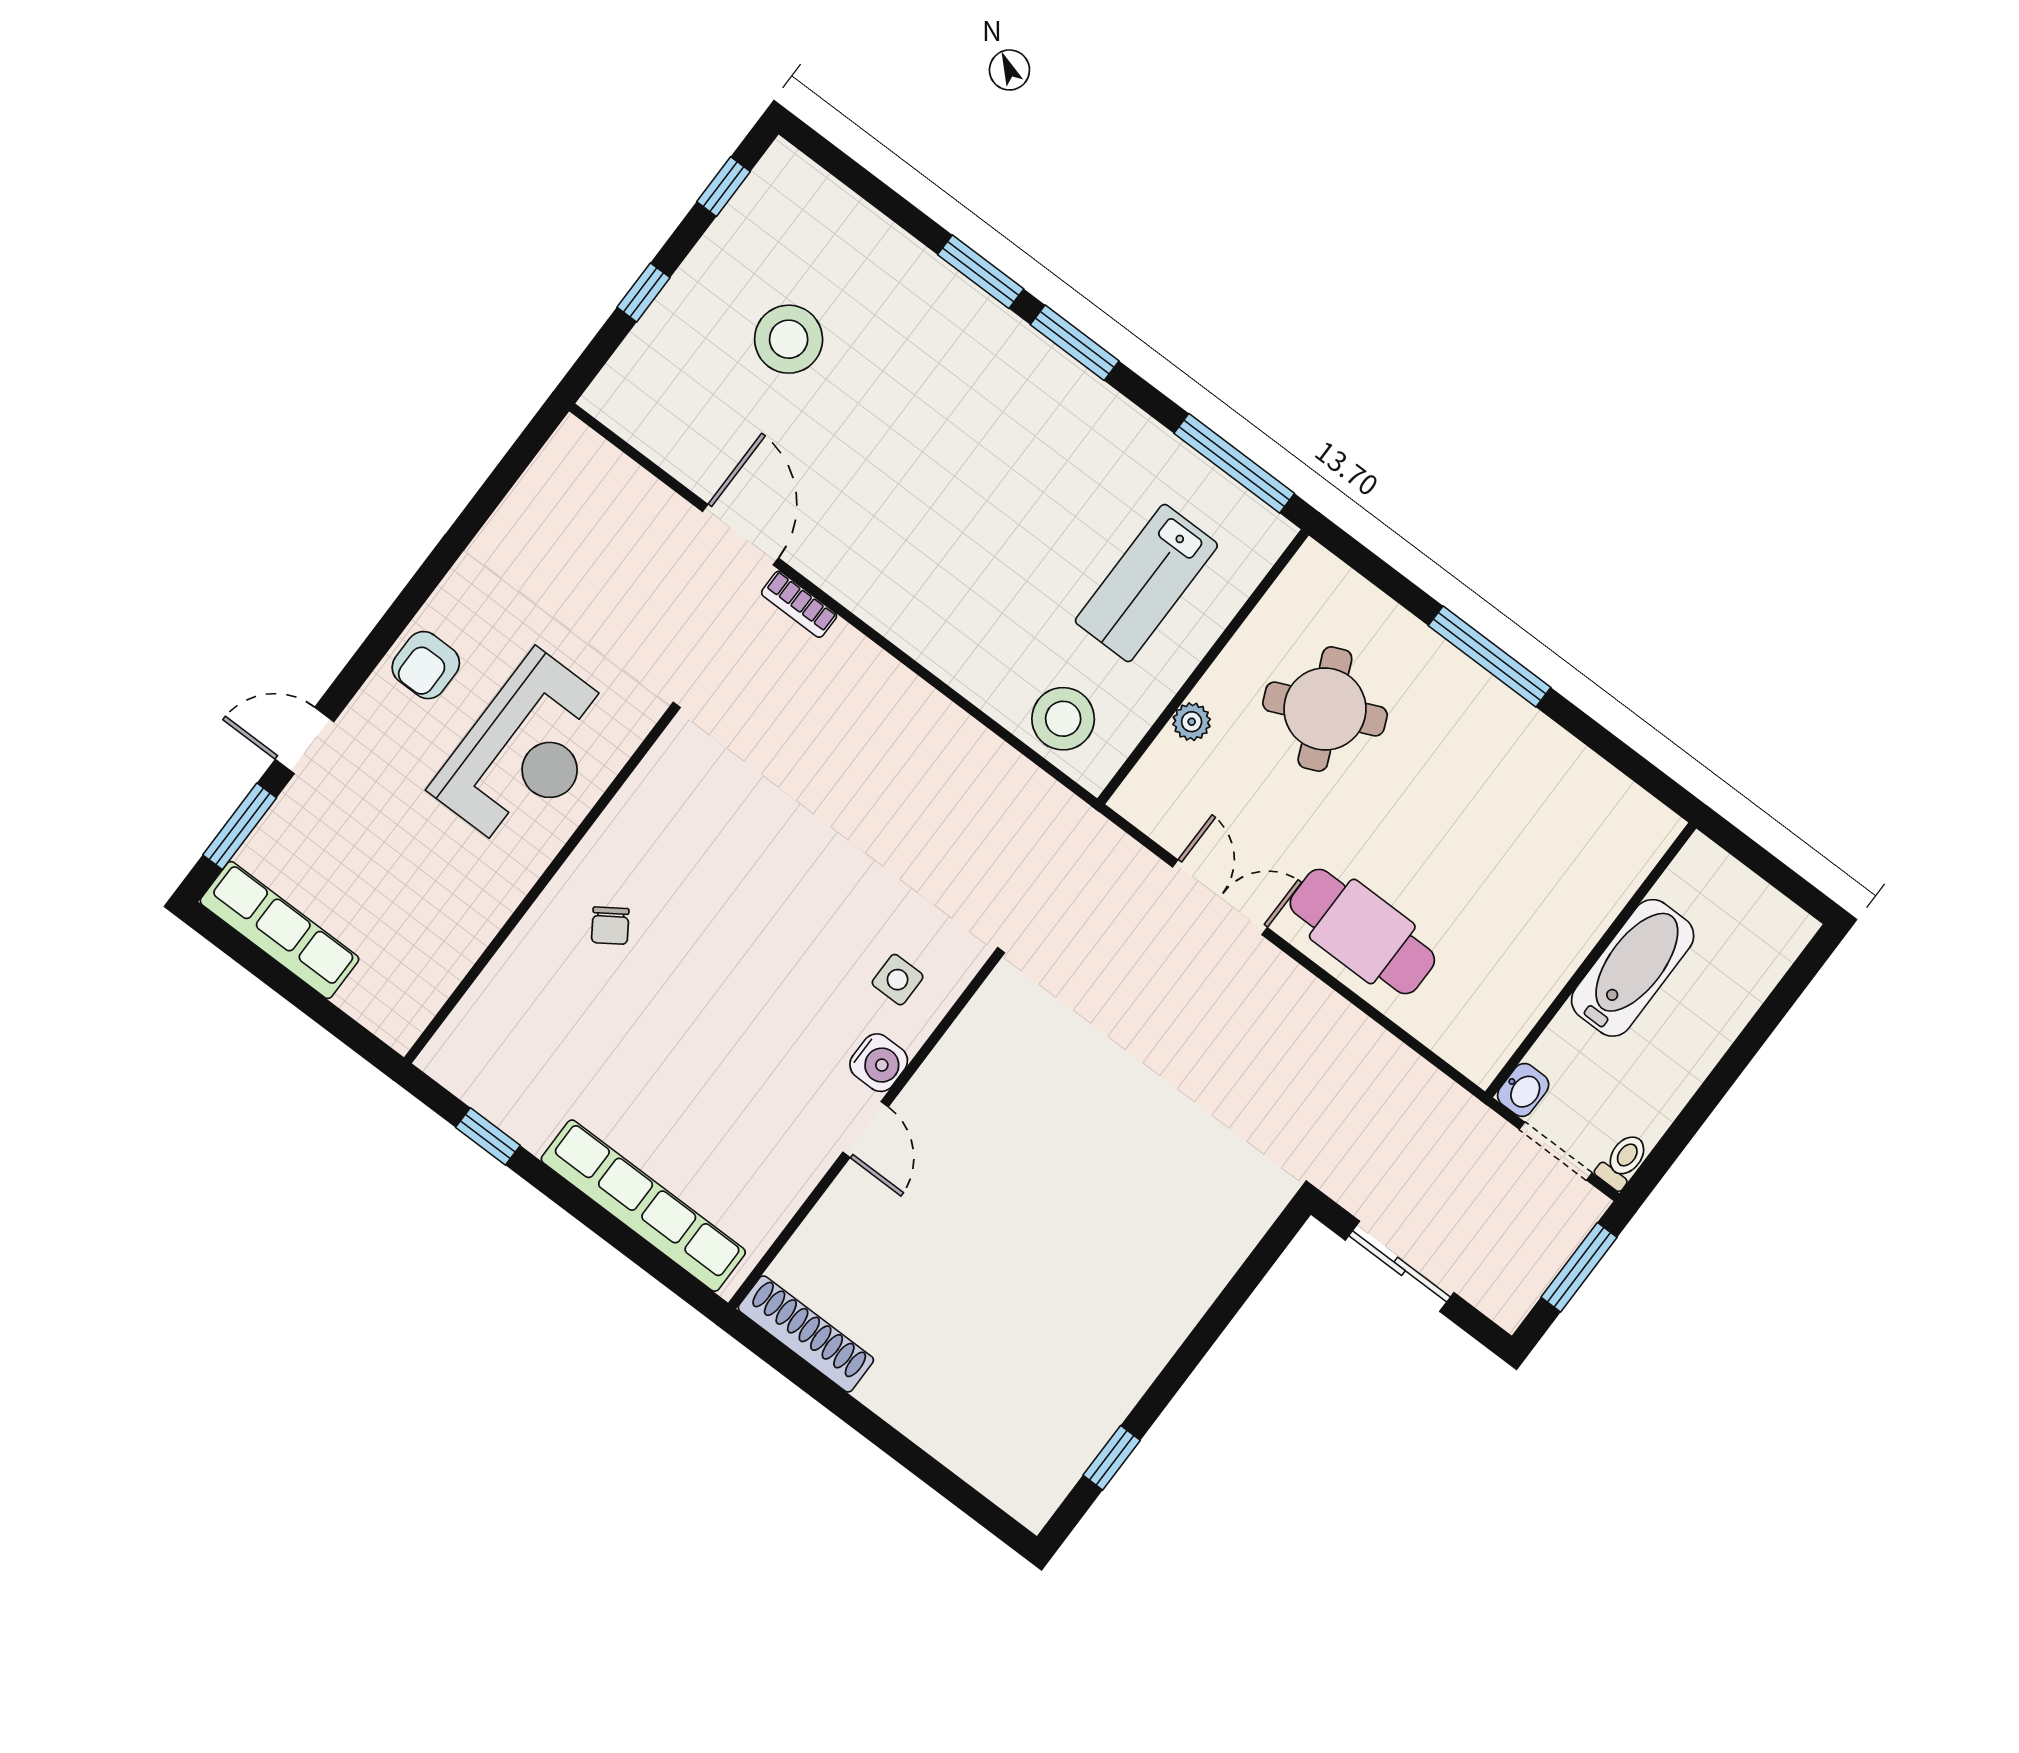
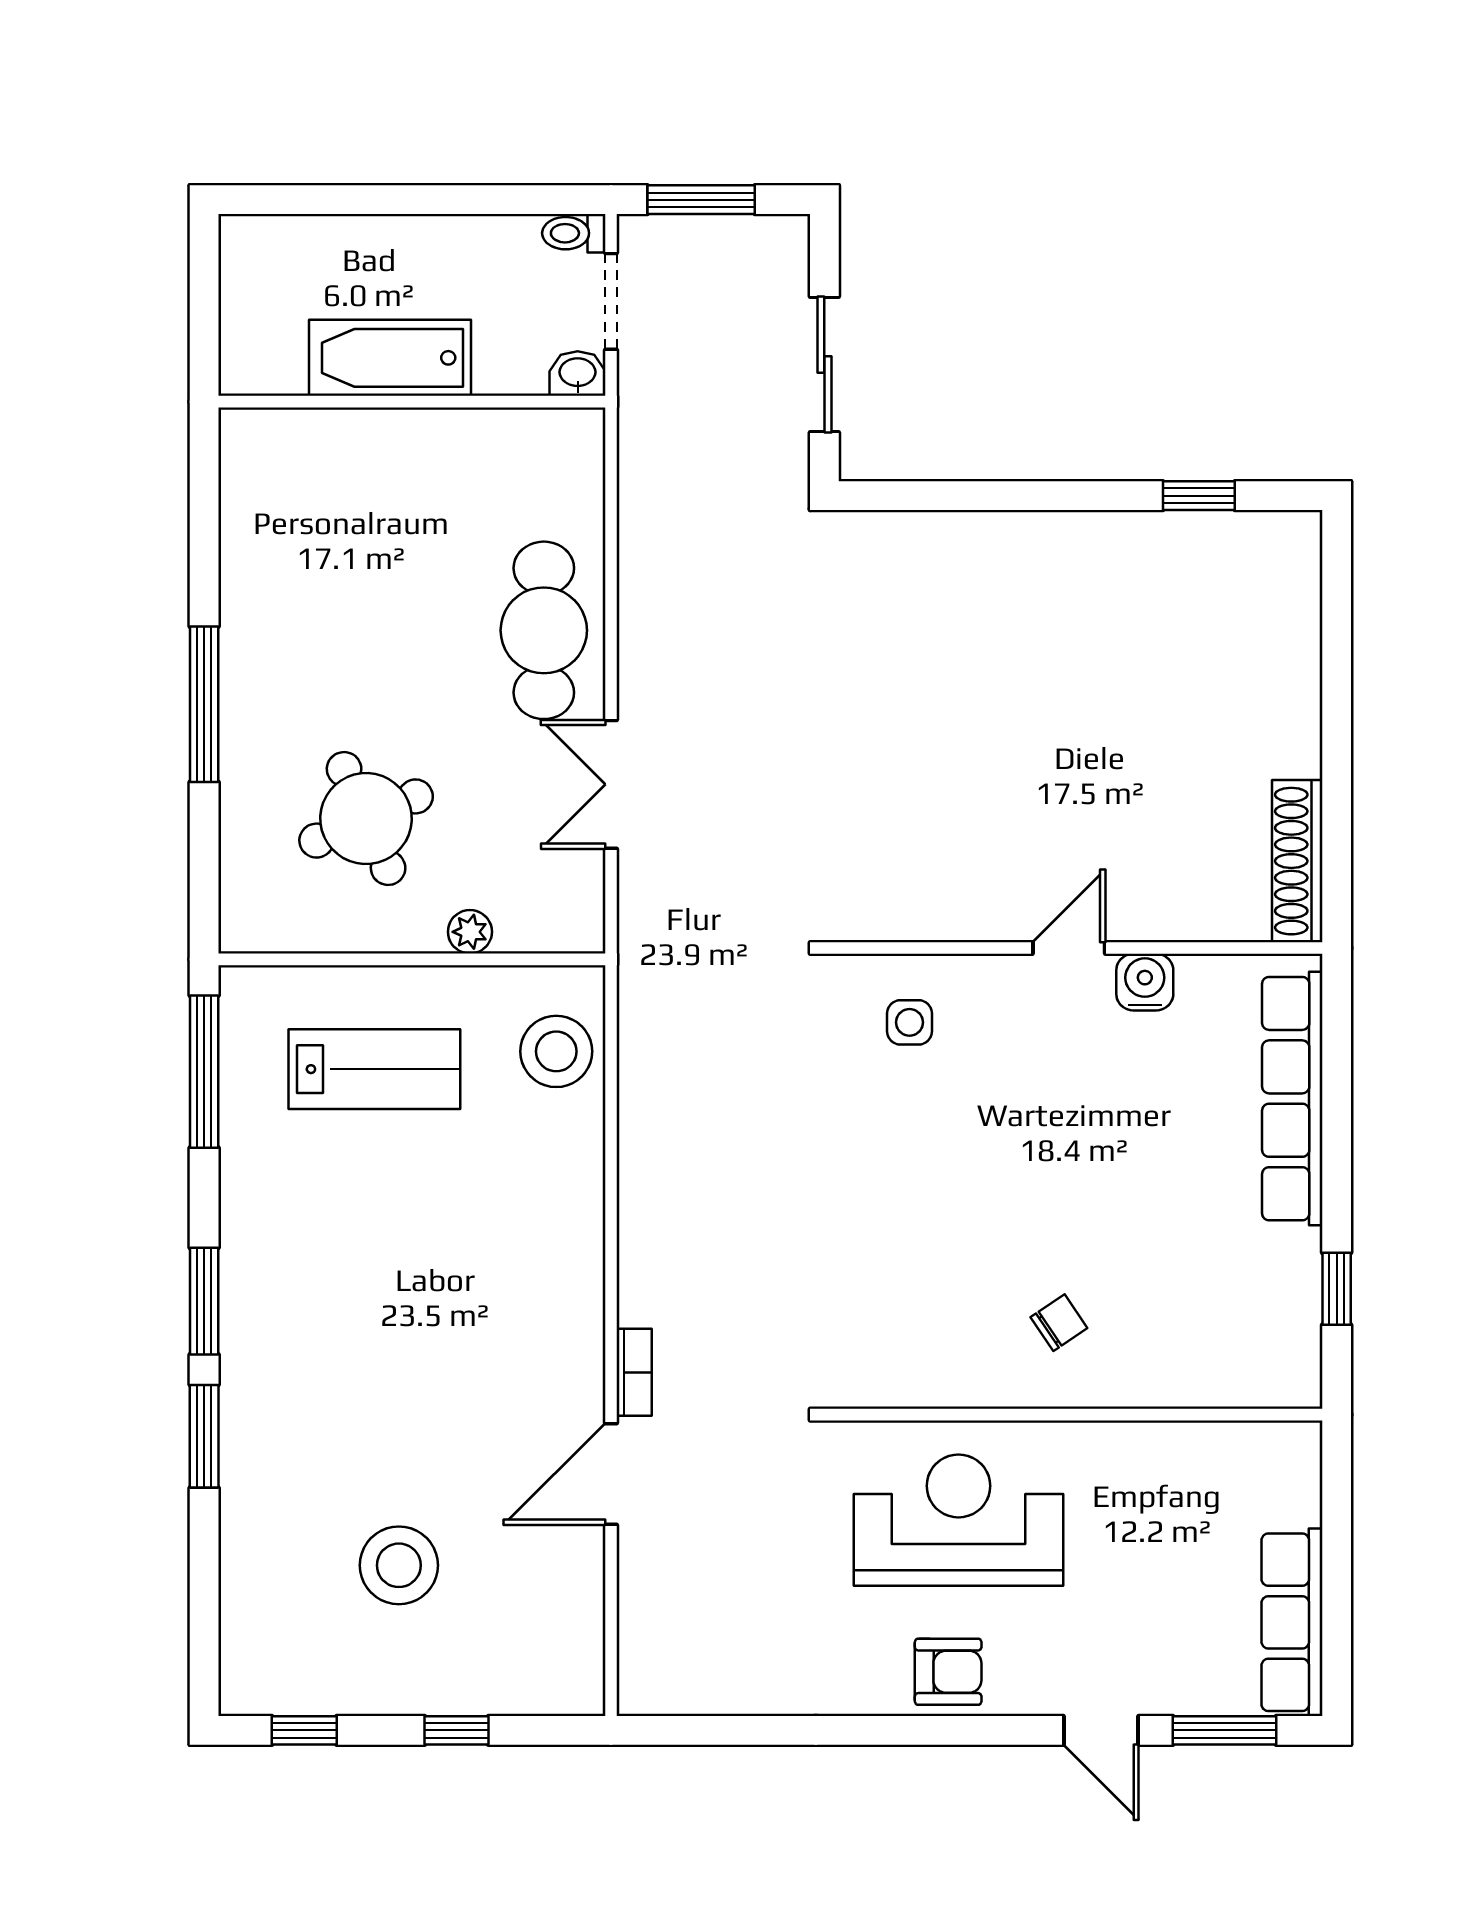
water cooler: (879, 1063) -> (1145, 982), moved

